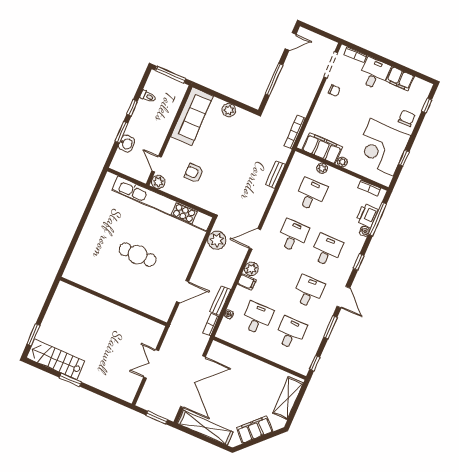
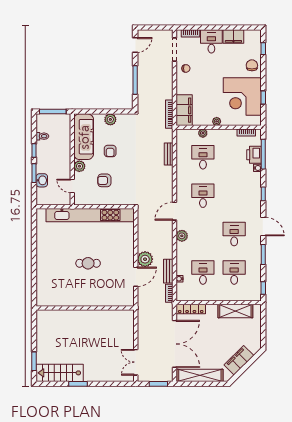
armchair: (214, 144) -> (110, 151), added
filing cabinet: (322, 148) -> (184, 110), moved, turned 90
plant: (158, 182) -> (79, 166), moved
plant: (217, 240) -> (145, 259), moved
desk: (327, 250) -> (234, 196), removed
cafe table: (138, 255) -> (88, 263), width x0.73, depth x0.74
filing cabinet: (247, 282) -> (183, 247), removed
locker: (227, 352) -> (191, 309), added
double door: (151, 364) -> (136, 362), moved
shelving: (288, 398) -> (235, 311), moved, turned 90

